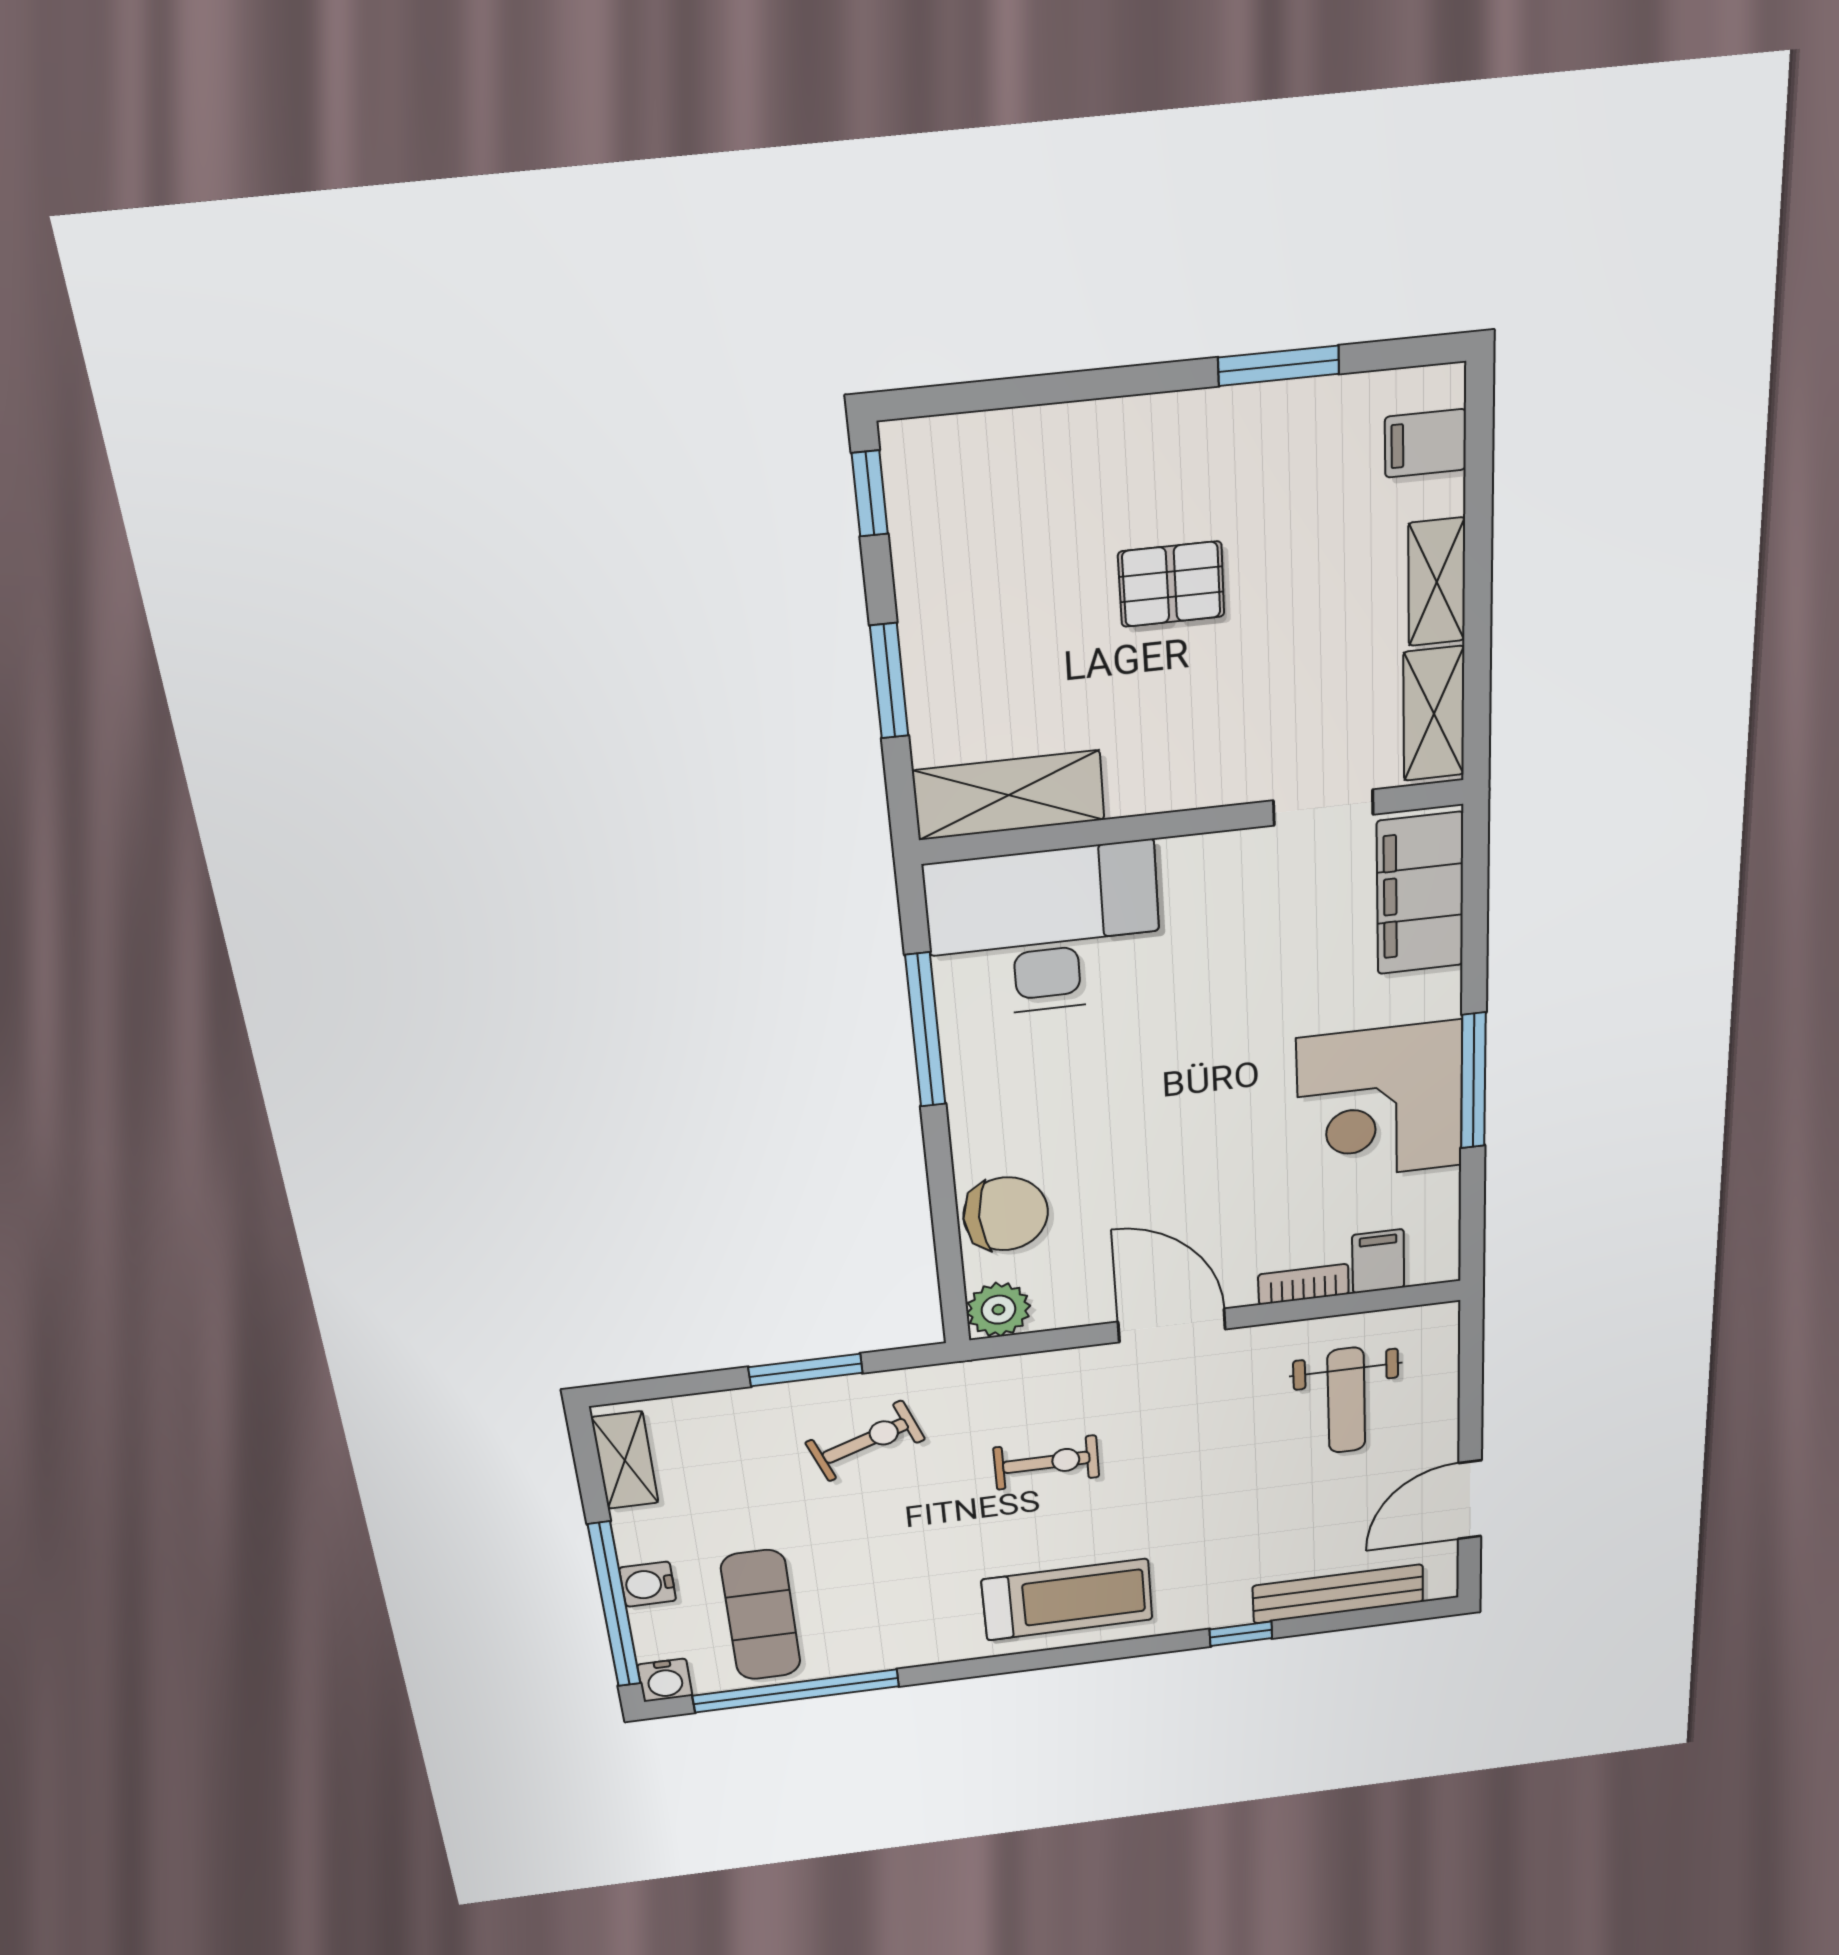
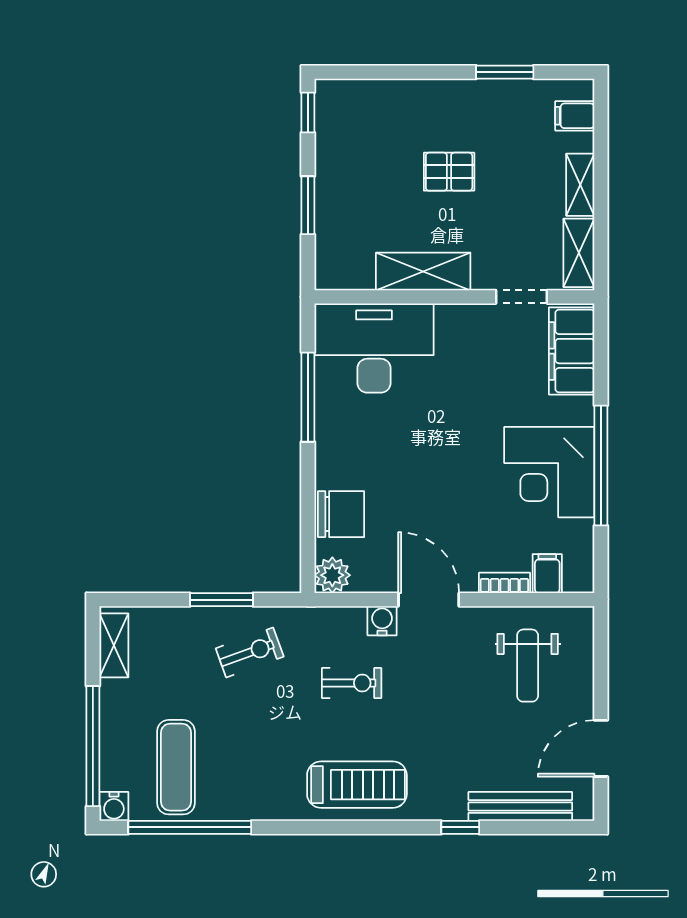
shelving: (1009, 795) -> (423, 271), moved
window: (1473, 1081) -> (601, 466), width x1.46
water cooler: (648, 1584) -> (382, 621), moved, turned 90

